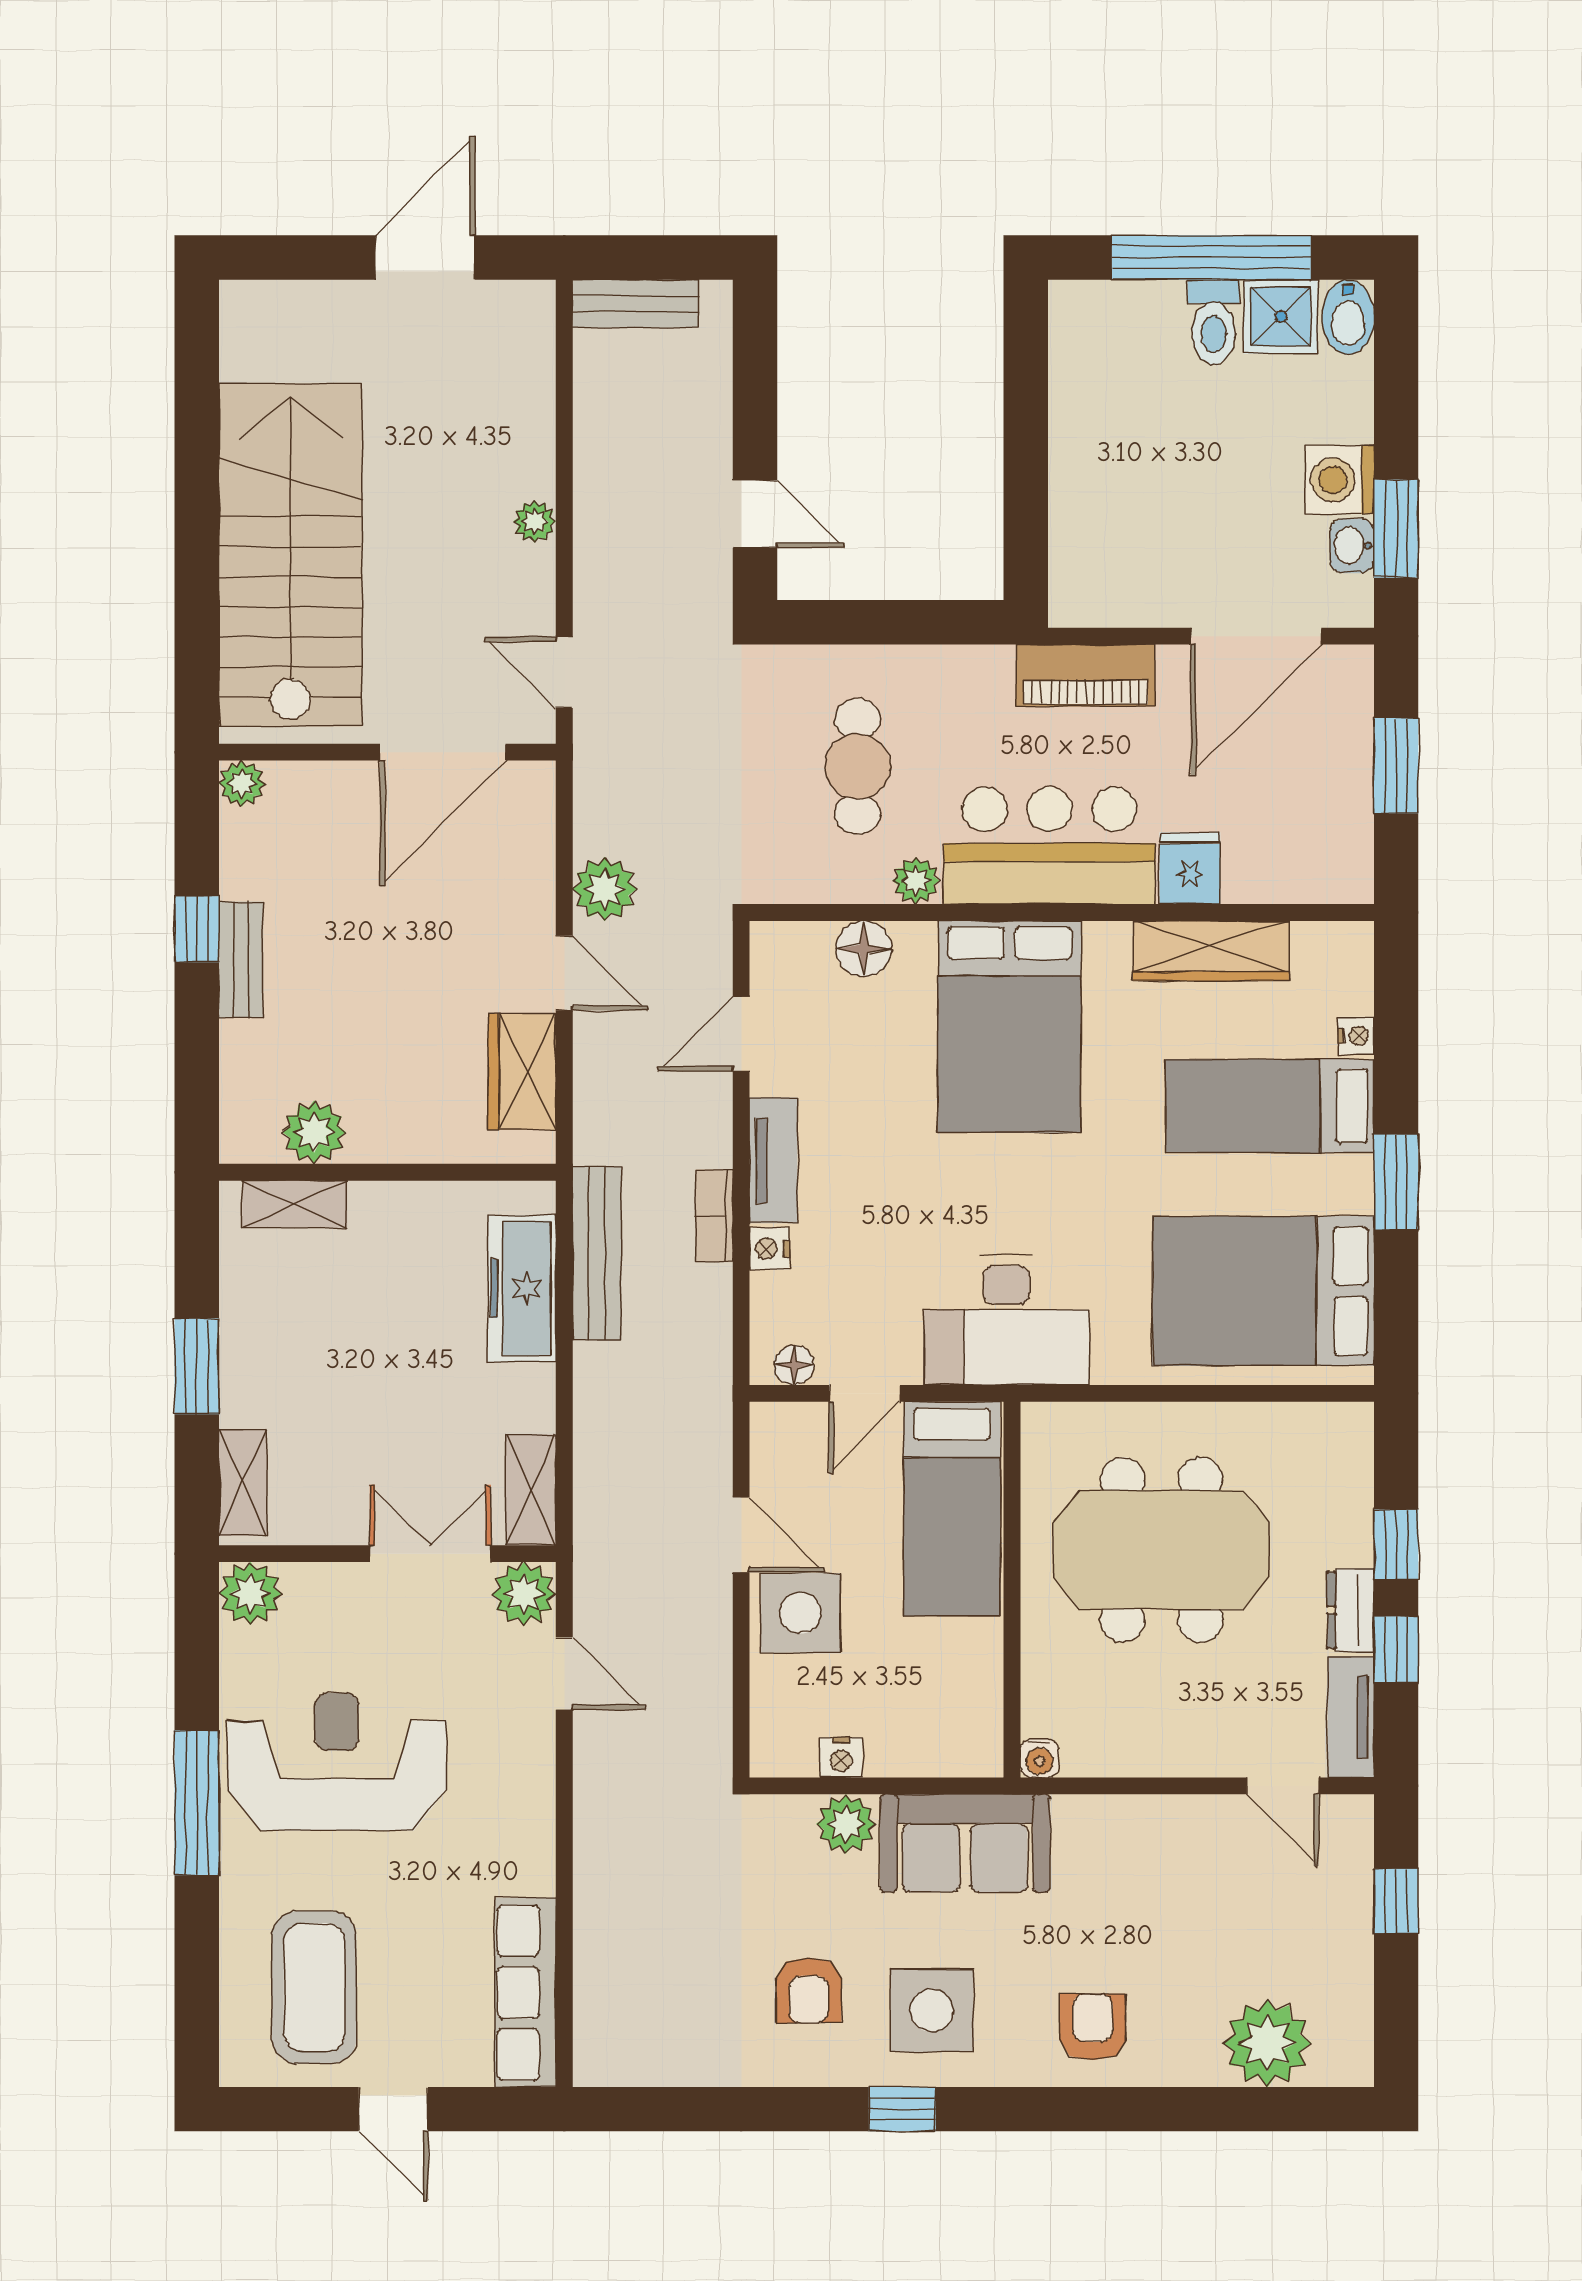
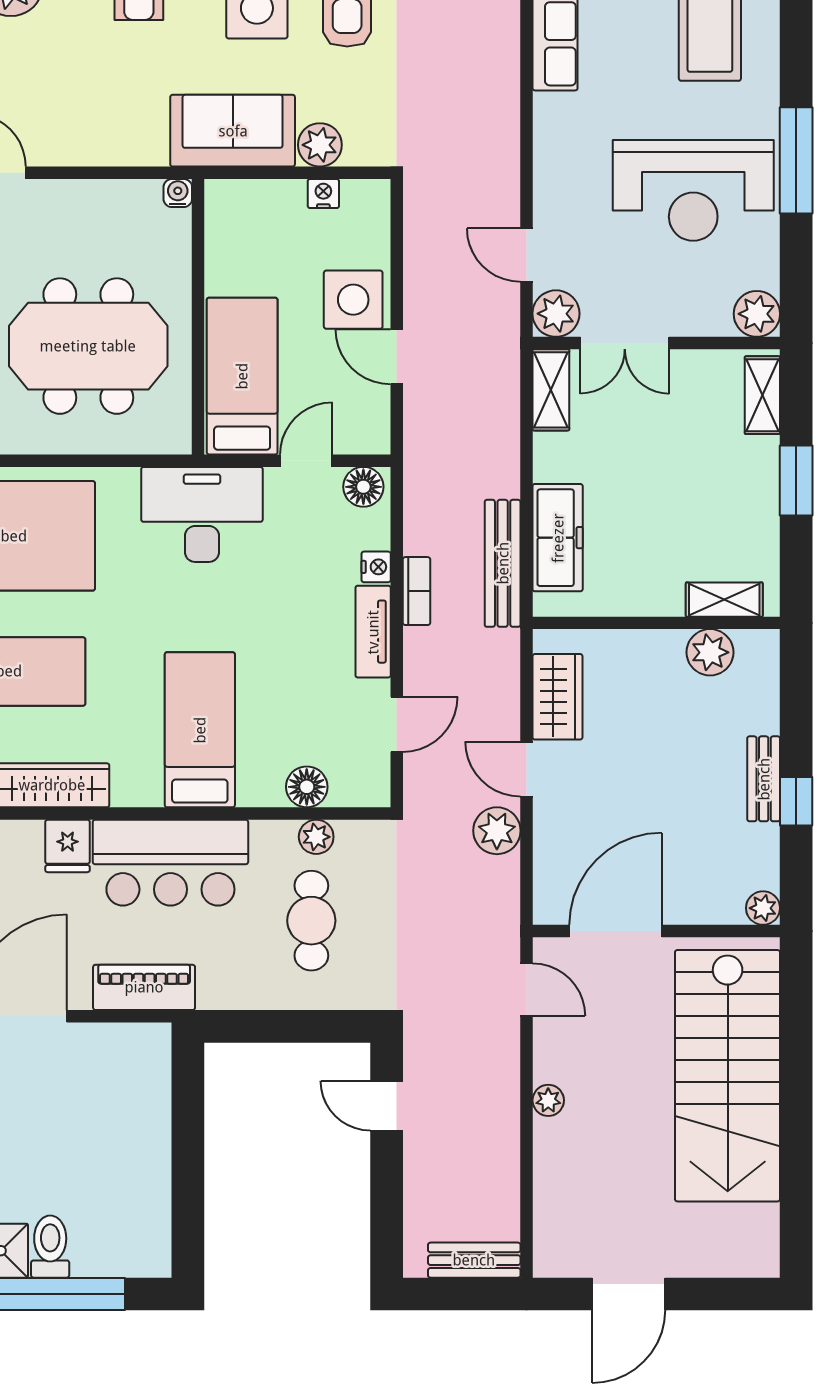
plant: (916, 881) -> (316, 837), moved
bed: (1010, 1027) -> (200, 730), width x0.67
floor lamp: (794, 1365) -> (363, 487), width x1.37, depth x1.37

